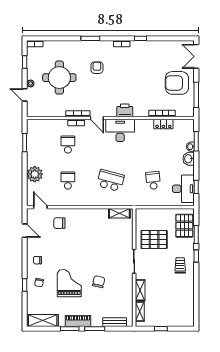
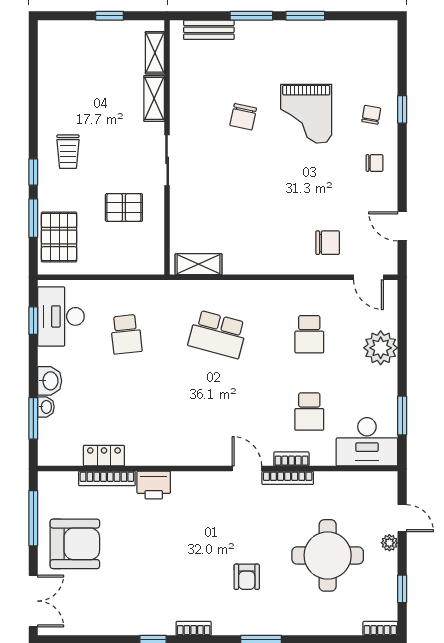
printer: (125, 110) -> (154, 485), moved
desk: (120, 130) -> (367, 442), moved
pallet: (154, 239) -> (124, 208), width x0.67, depth x0.71
shelving: (43, 320) -> (364, 33), removed
piano: (78, 321) -> (288, 32), removed

